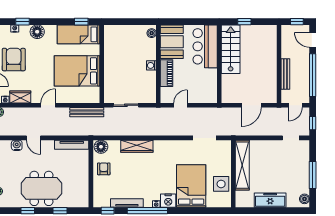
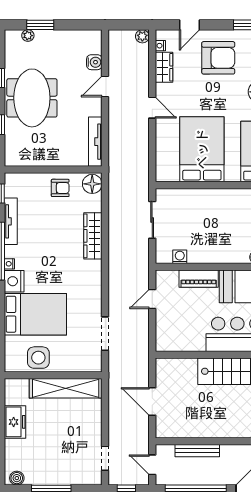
washing machine: (151, 65) -> (180, 257), moved
door: (181, 105) -> (152, 299), swing flipped
bench: (87, 112) -> (142, 163), removed
freezer: (270, 200) -> (15, 422), width x0.71

